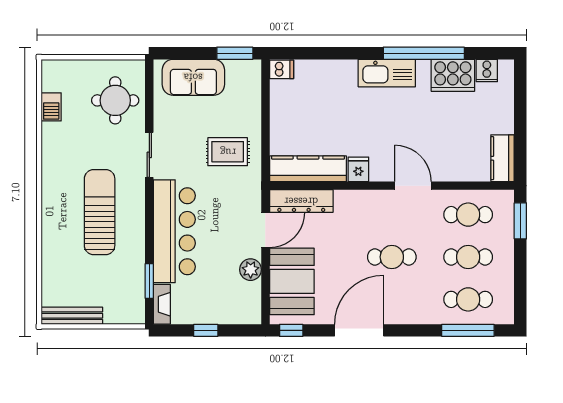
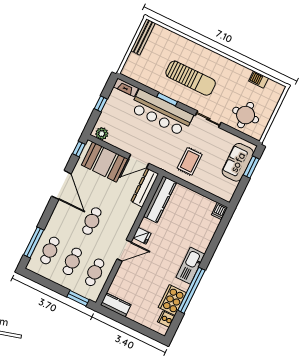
window: (235, 53) -> (251, 167), moved
fridge: (358, 169) -> (142, 236), moved
door: (265, 230) -> (139, 161), hinge flipped
plant: (251, 270) -> (102, 134), moved
window: (149, 281) -> (167, 99), moved

